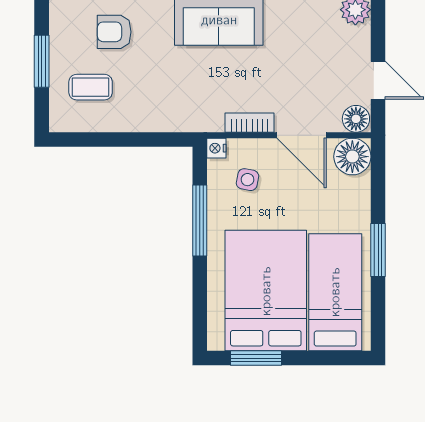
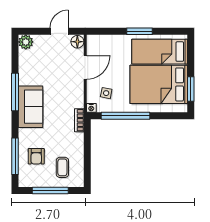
window: (42, 61) -> (50, 191), width x1.44
bookcase: (250, 123) -> (79, 120), moved
floor lamp: (352, 157) -> (95, 43), removed
window: (200, 220) -> (125, 116), width x1.46

